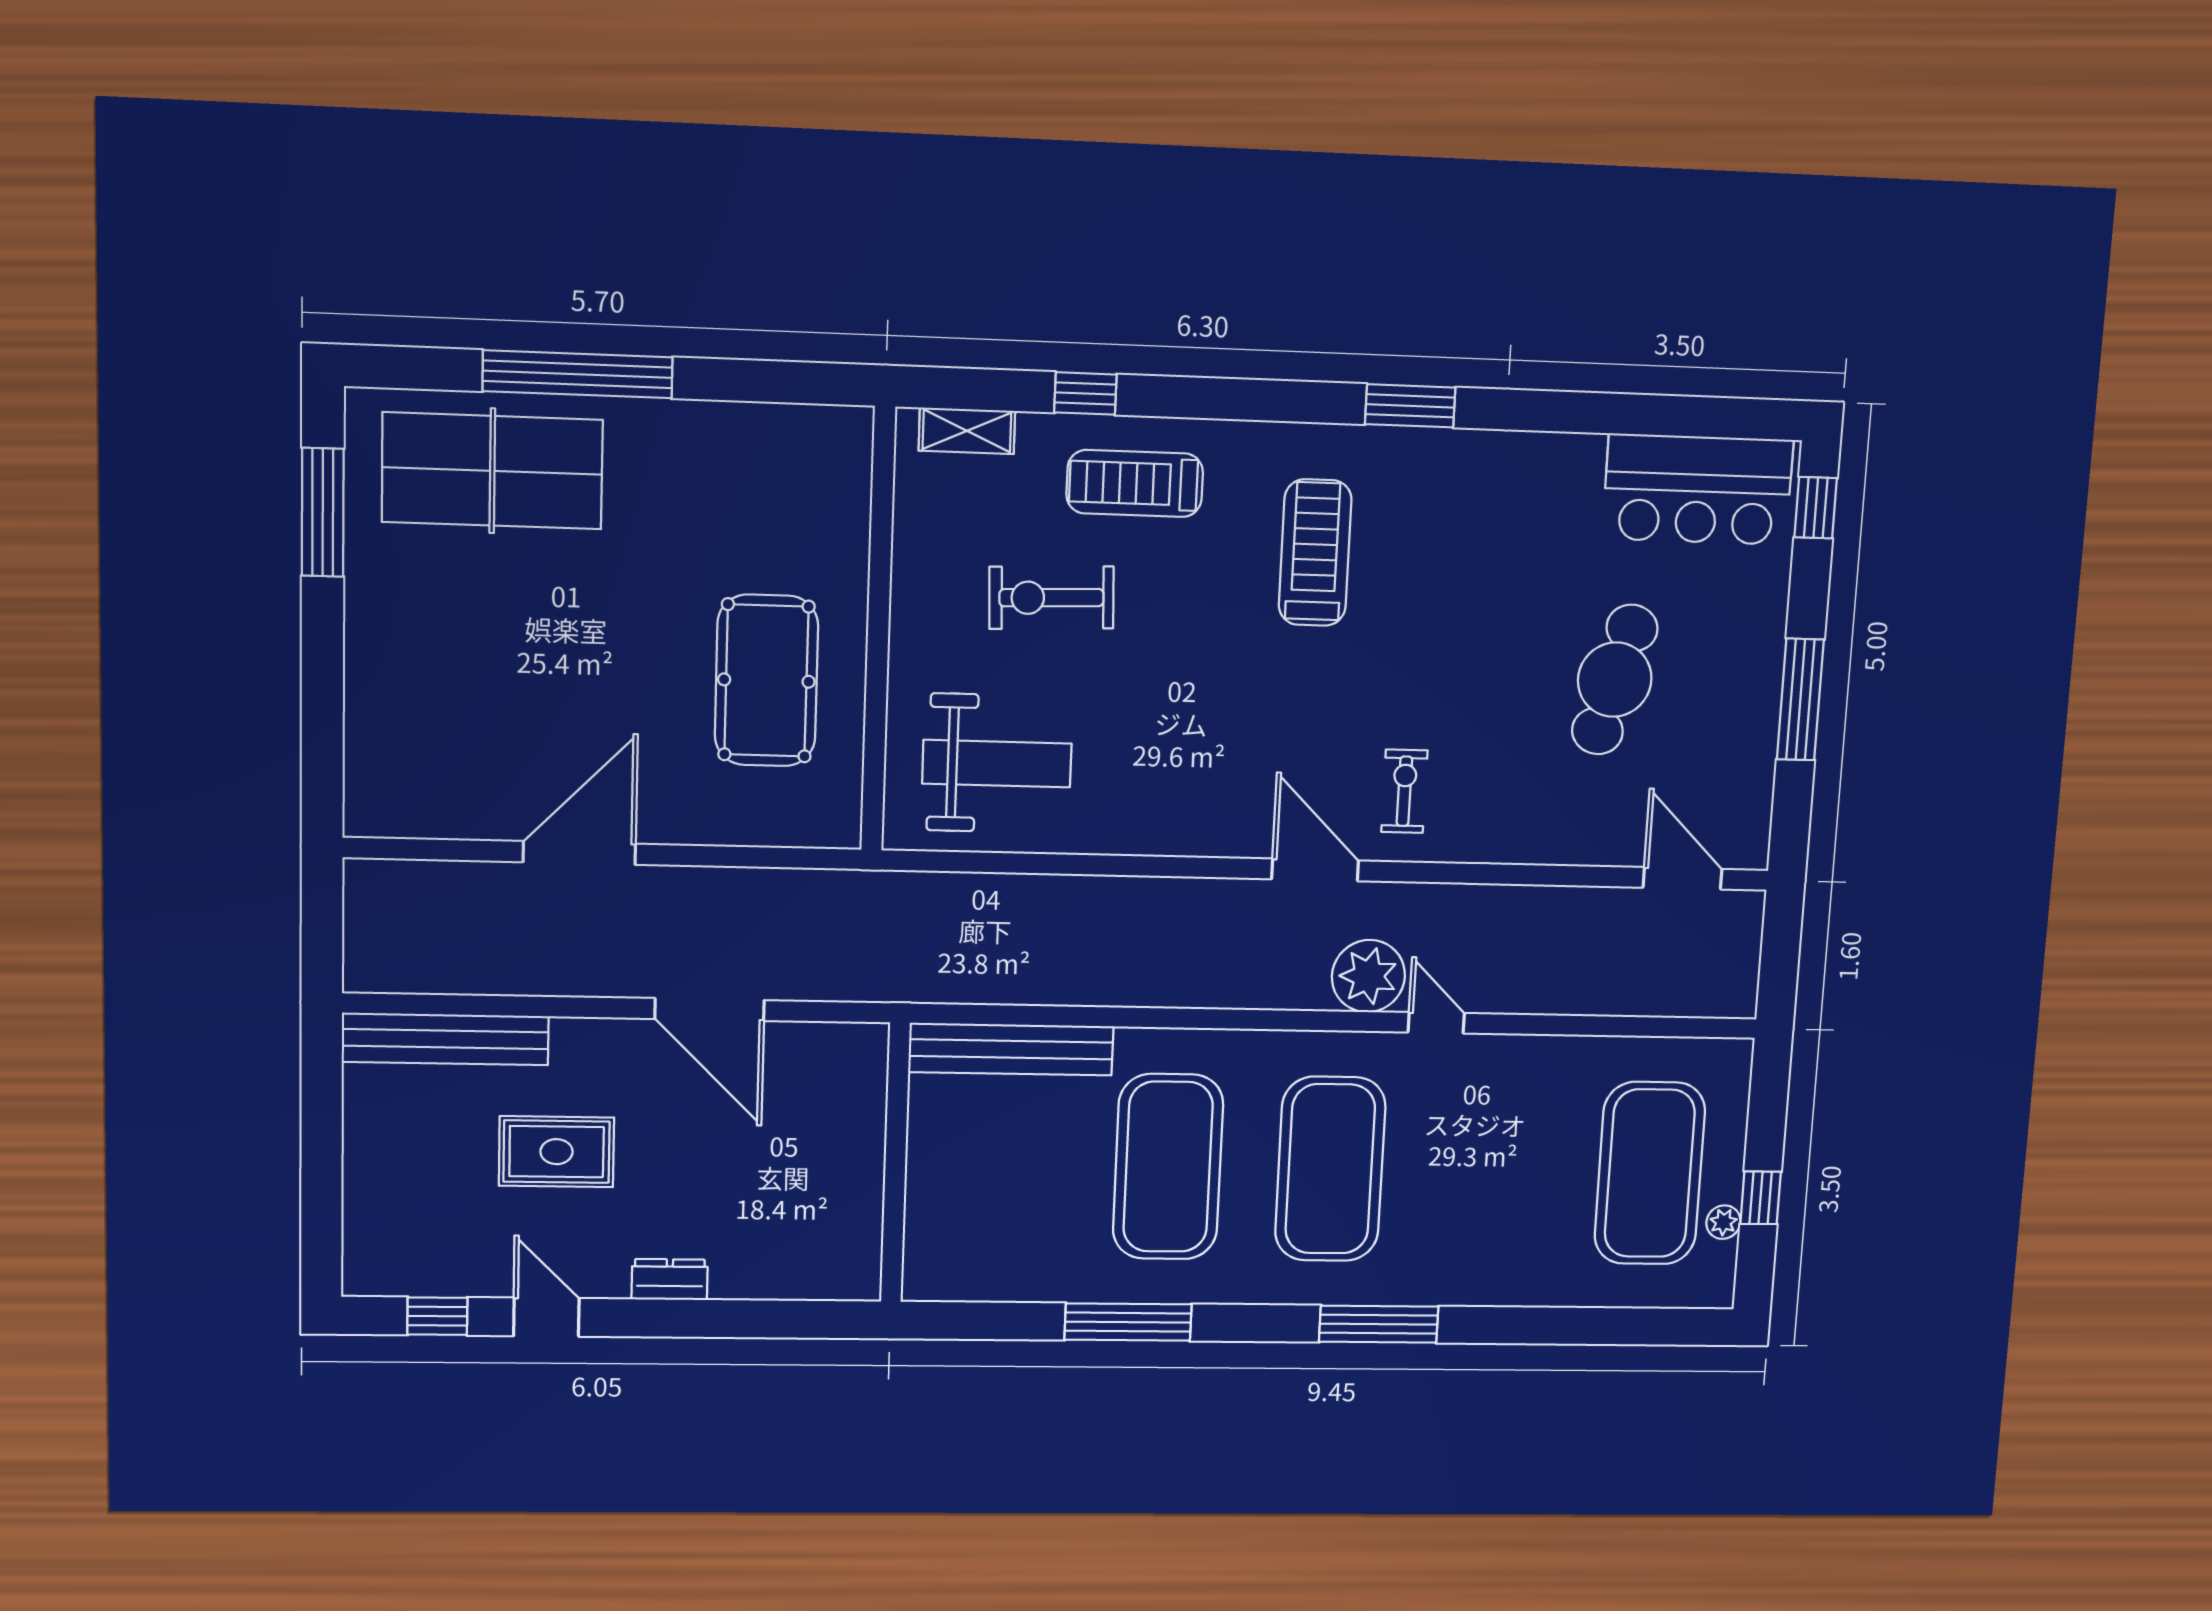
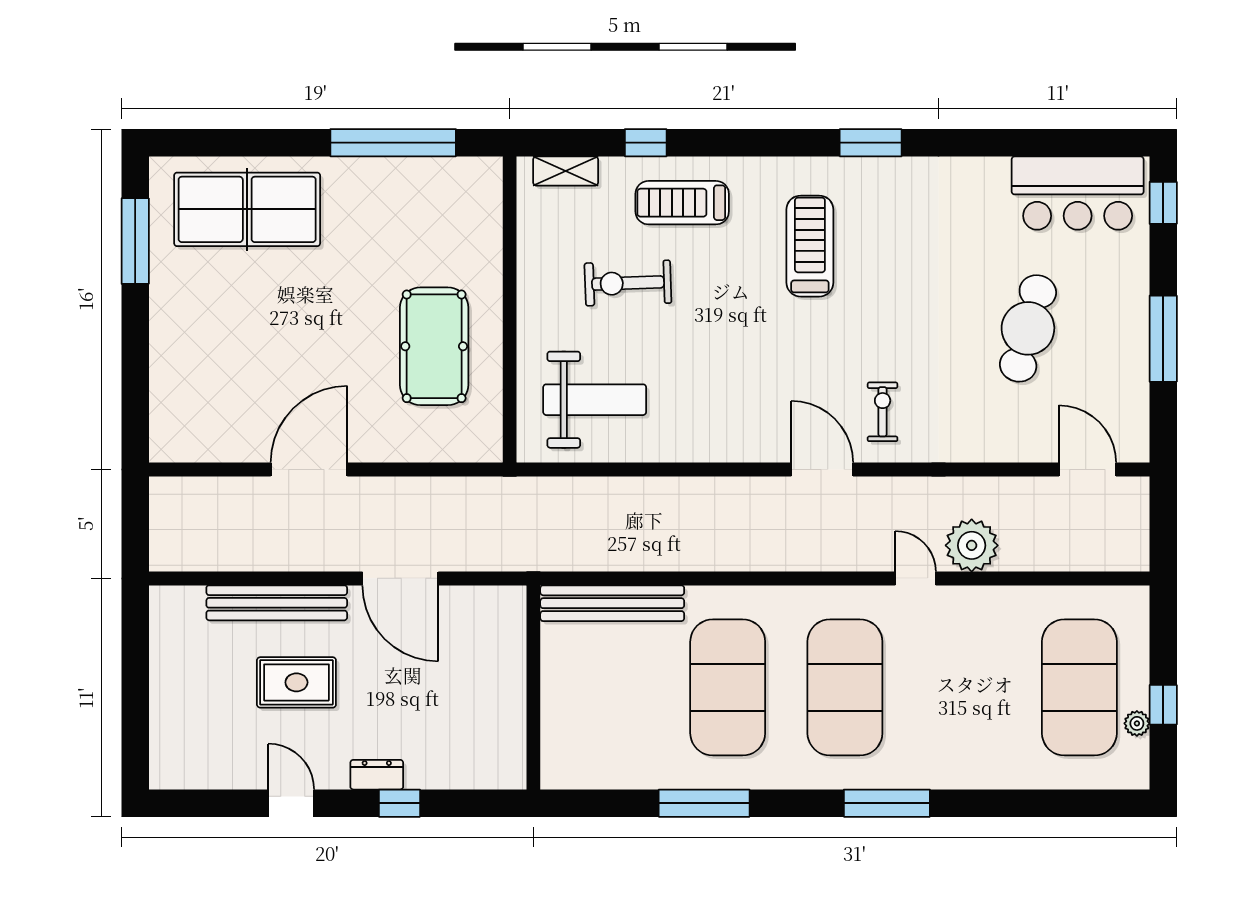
window: (578, 374) -> (393, 143), moved
plant: (1368, 976) -> (972, 545), moved
bench: (445, 1039) -> (277, 603), moved
window: (437, 1316) -> (399, 803), moved

